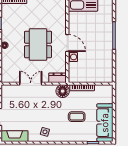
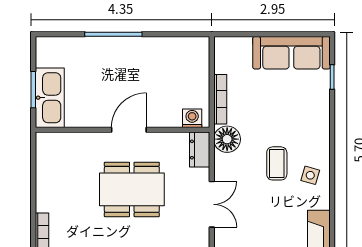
washing machine: (73, 57) -> (192, 118), moved
double door: (31, 84) -> (212, 204), swing flipped
coffee table: (77, 117) -> (277, 163), moved

